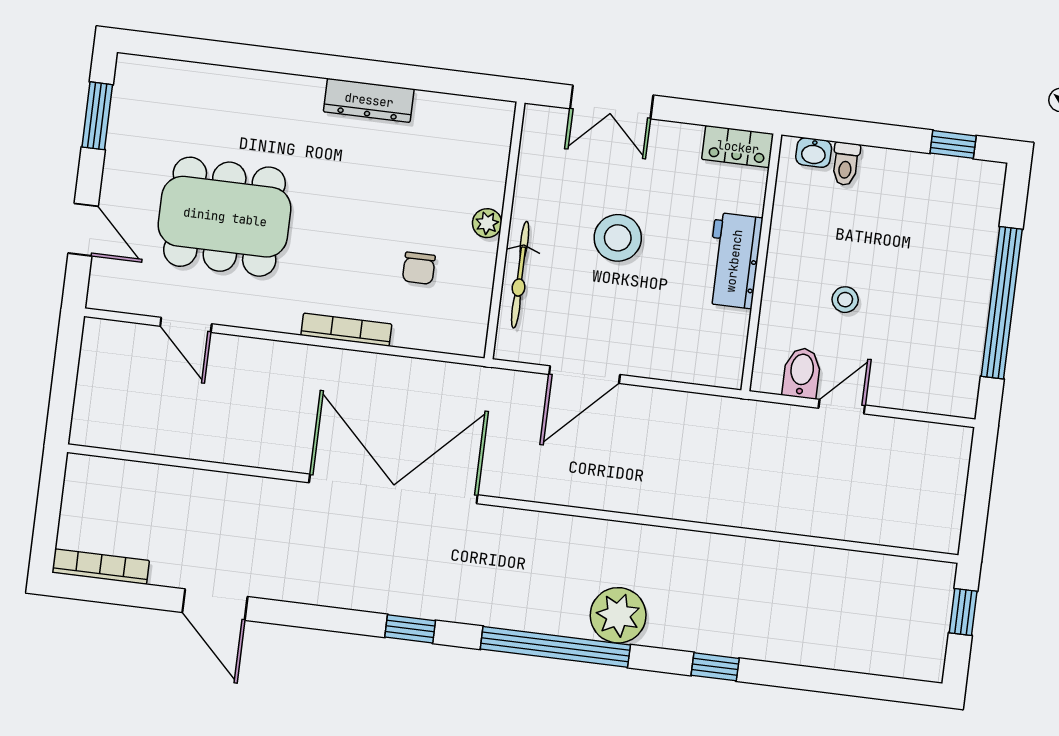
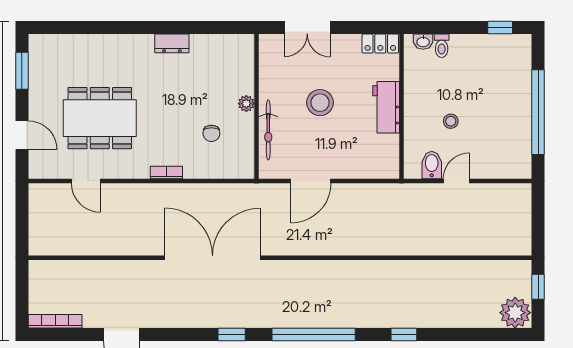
dresser: (369, 100) -> (172, 43), width x0.70
bookcase: (346, 330) -> (166, 173), width x0.64
plant: (618, 615) -> (515, 313), moved

